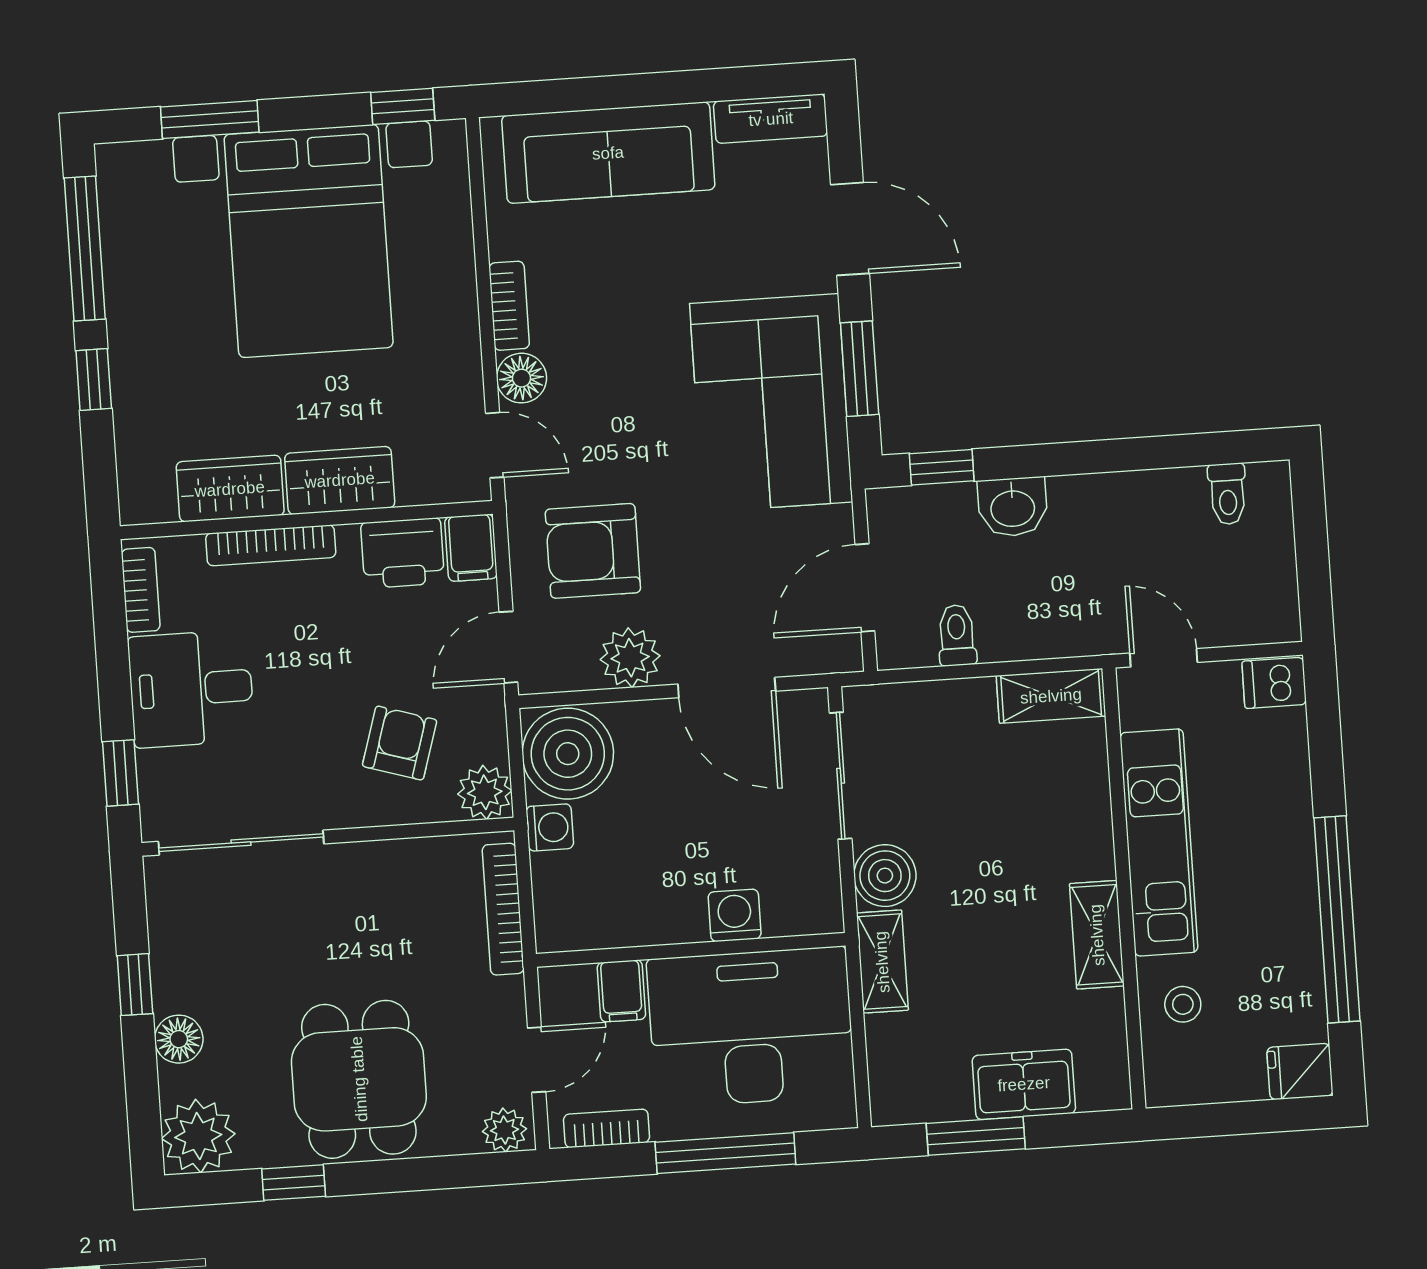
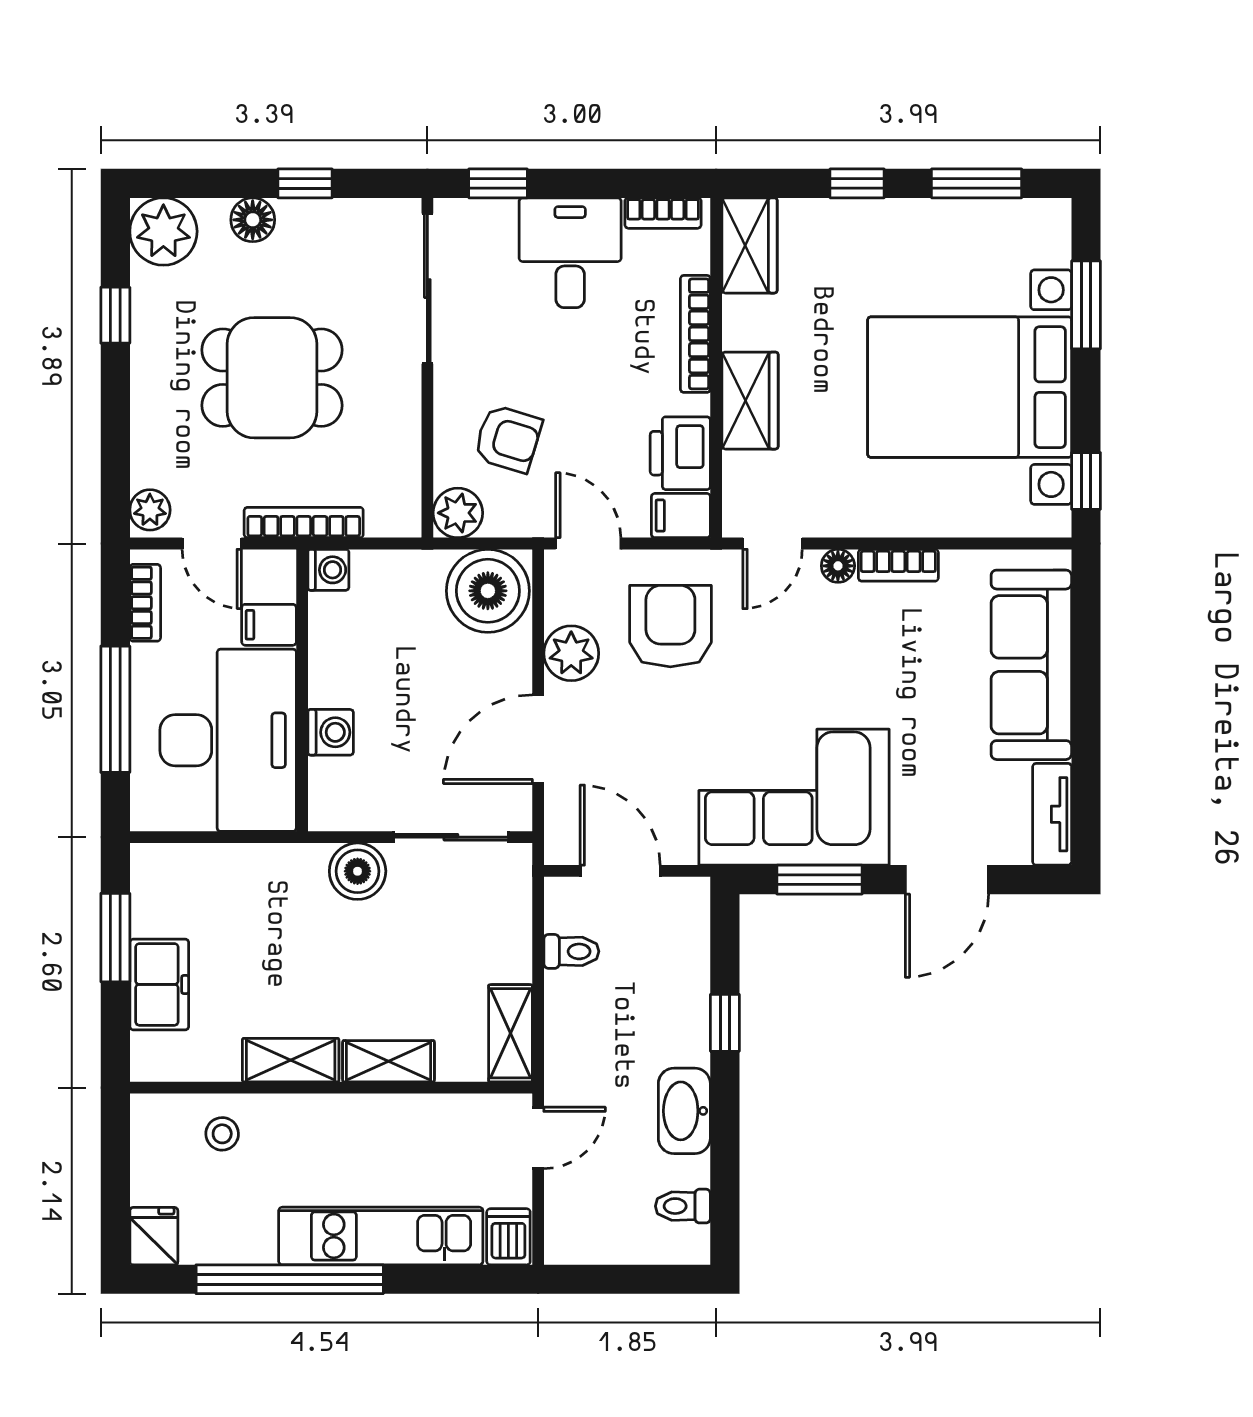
window: (85, 249) -> (977, 183), width x0.69
floor lamp: (521, 378) -> (838, 566), width x0.73, depth x0.73
window: (942, 467) -> (725, 1023), moved
wardrobe: (230, 489) -> (750, 245), moved
washbasin: (1013, 507) -> (684, 1111), moved, width x1.38
washing machine: (550, 827) -> (328, 570), moved, turned -90
kitchen unit: (1159, 842) -> (381, 1236), moved, turned 180
bookcase: (503, 909) -> (304, 522), moved
shelving: (882, 962) -> (389, 1061), moved
dining table: (359, 1079) -> (272, 378), moved

